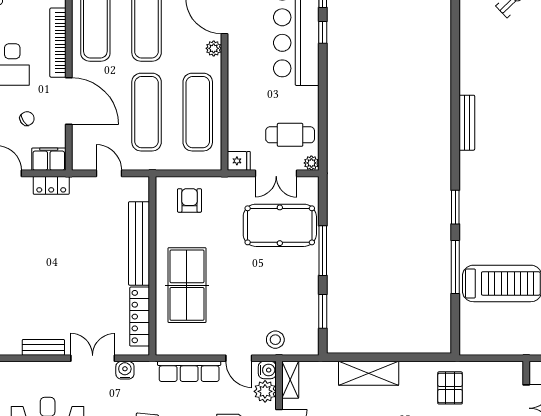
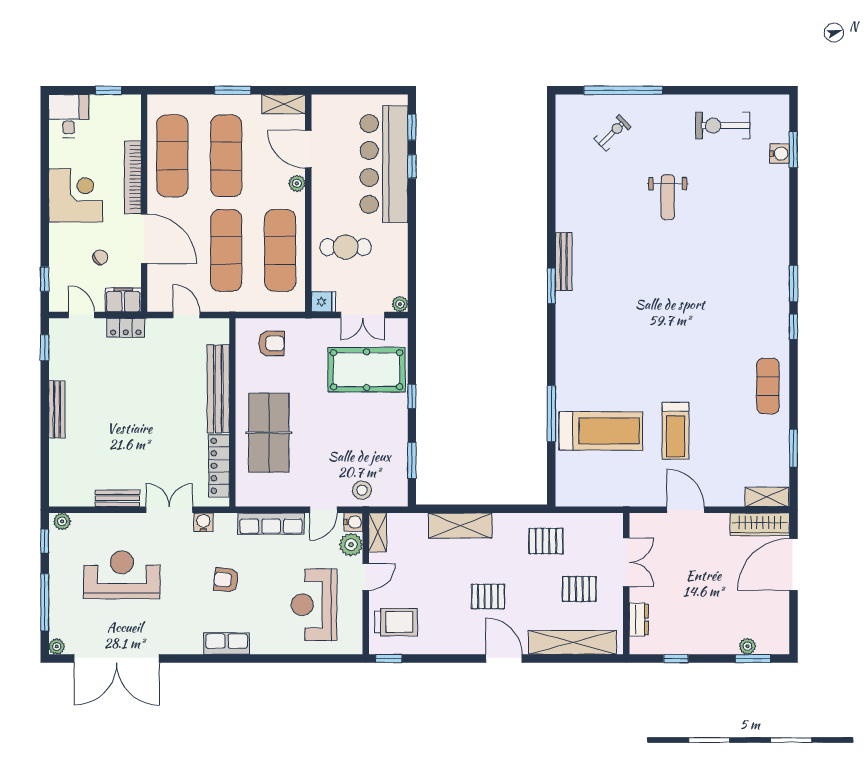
cafe table: (290, 135) -> (346, 247), moved
armchair: (189, 200) -> (271, 343), turned 90
window: (455, 207) -> (551, 286), moved
window: (323, 251) -> (412, 396), width x0.46
door: (239, 358) -> (323, 510), hinge flipped
pallet: (450, 388) -> (546, 541), turned 90

